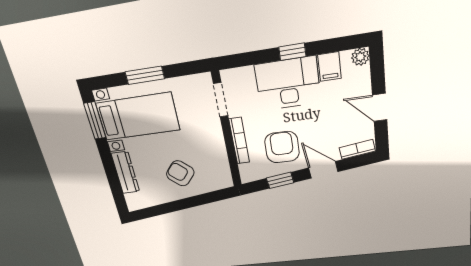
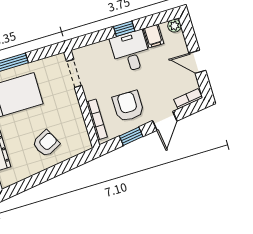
desk: (288, 84) -> (131, 51), width x0.73
bookcase: (239, 141) -> (97, 119), moved
door: (323, 170) -> (165, 121), swing flipped
armchair: (180, 173) -> (46, 143), turned 112

